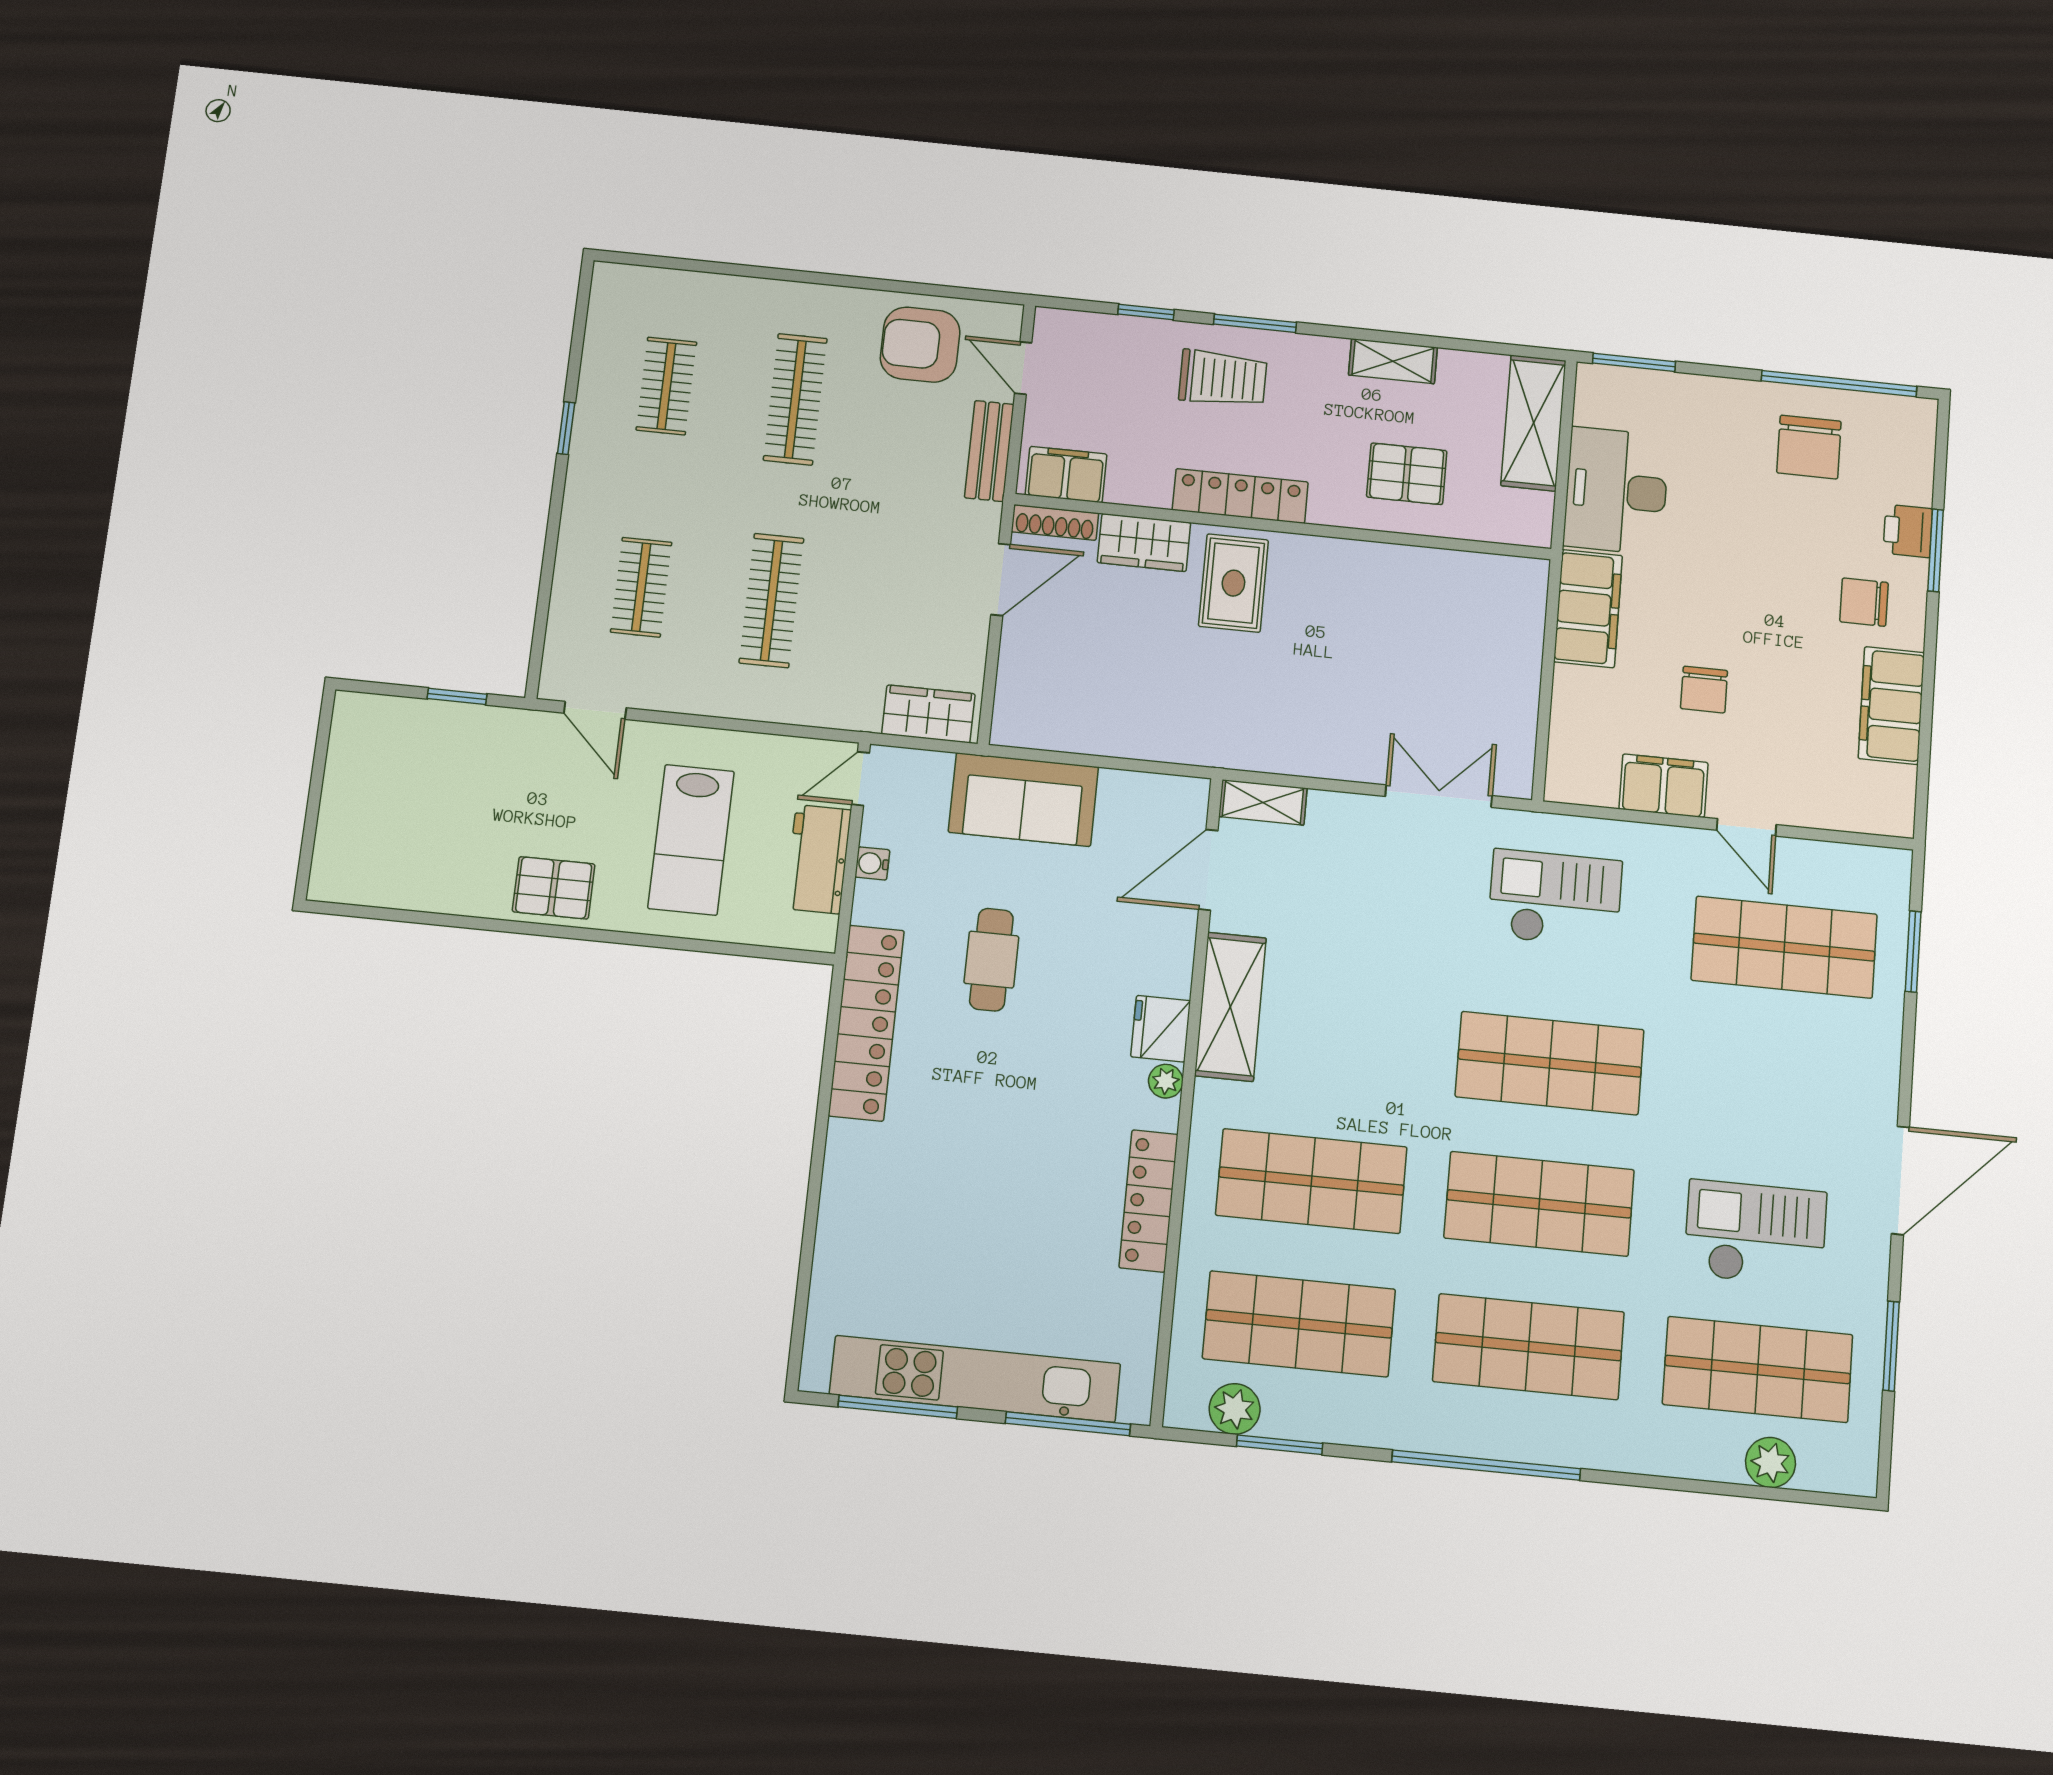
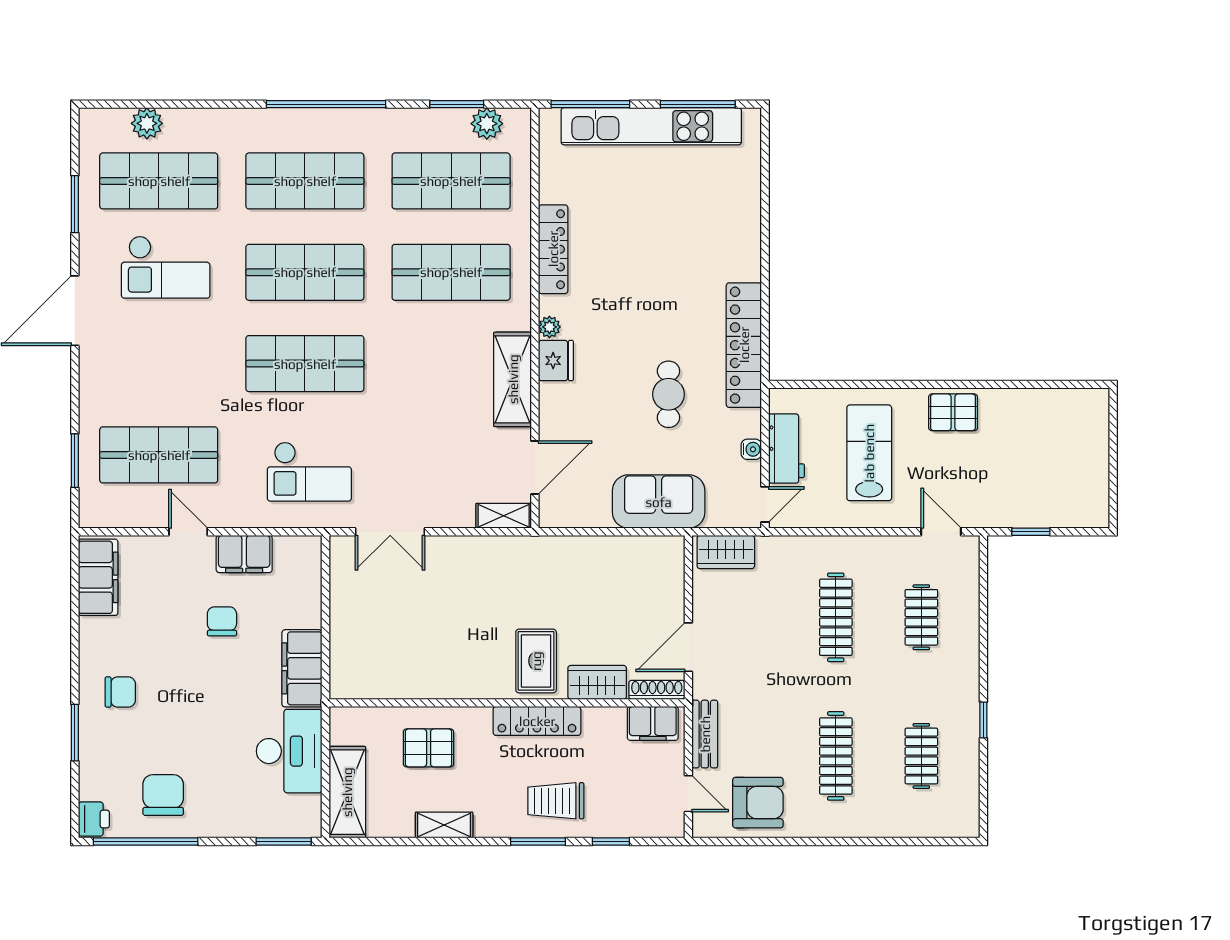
printer: (1908, 531) -> (94, 819), moved
filing cabinet: (1891, 705) -> (98, 577), moved

